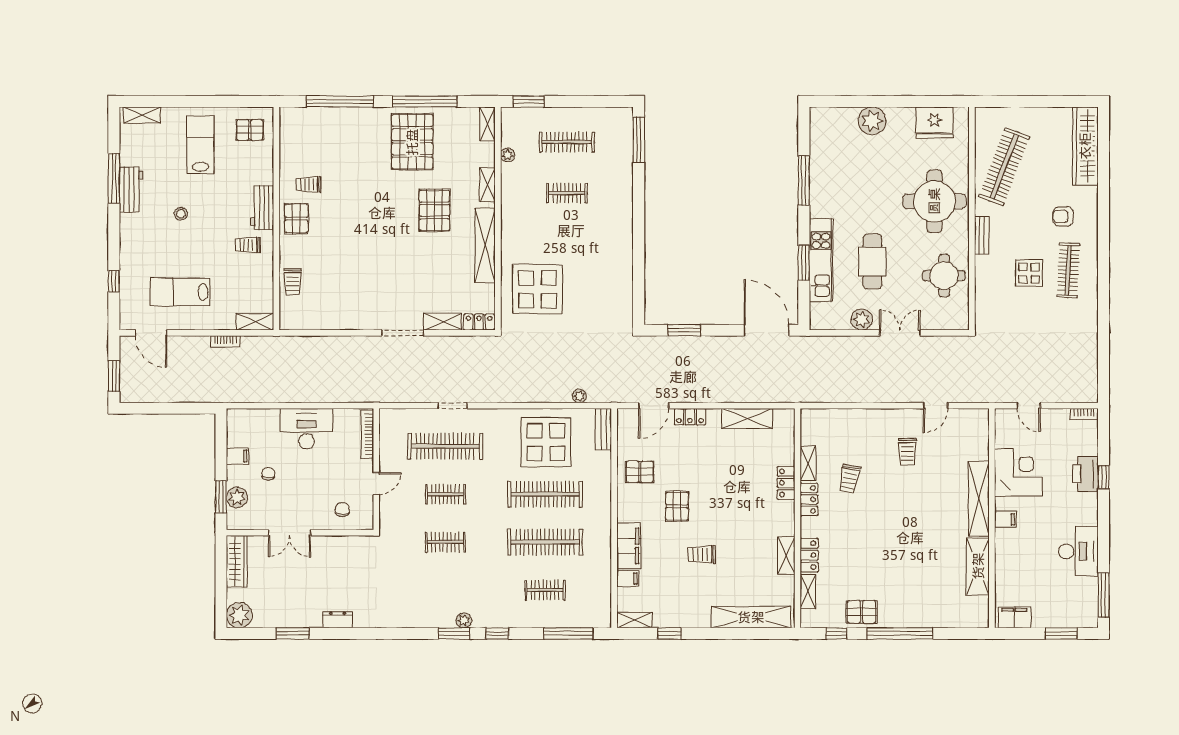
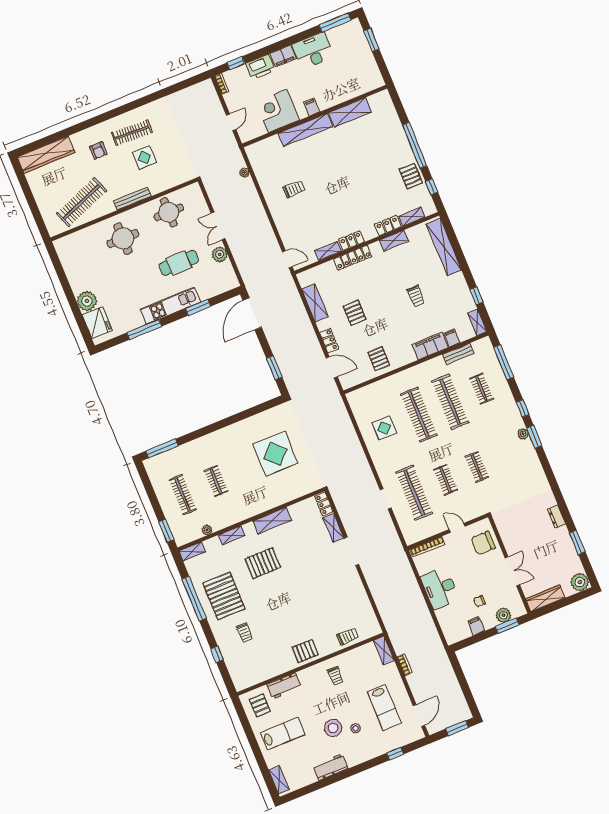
window: (340, 101) -> (217, 654), width x0.32
fridge: (934, 122) -> (97, 323), moved
pallet: (412, 142) -> (224, 596), turned 90
lab bench: (200, 145) -> (283, 734), turned 180
clothes rail: (1004, 167) -> (82, 202), turned -42
window: (114, 178) -> (328, 781), removed
trolley: (309, 184) -> (245, 633), moved
round table: (934, 201) -> (123, 239), width x0.73, depth x0.73
workbench: (262, 208) -> (284, 686), moved
stool: (181, 214) -> (333, 728), width x1.89, depth x1.89
bench: (982, 235) -> (132, 199), width x1.36
stool: (168, 243) -> (356, 728), added
shelving: (485, 245) -> (272, 521), width x0.68
kitchen unit: (821, 260) -> (170, 306), moved
display table: (537, 289) -> (275, 454), moved
plant: (579, 396) -> (244, 173), moved
door: (936, 406) -> (287, 259), moved
bench: (603, 429) -> (458, 354), moved
display table: (546, 442) -> (384, 428), width x0.54, depth x0.54
window: (1103, 477) -> (236, 63), moved
trolley: (849, 479) -> (327, 220), removed
locker: (786, 483) -> (353, 258), width x1.53
pallet: (677, 506) -> (355, 313), moved, turned 90
chair: (342, 510) -> (483, 543), width x1.87, depth x1.87
filing cabinet: (1014, 617) -> (283, 56), moved, turned -90

